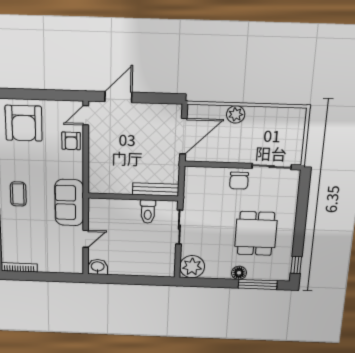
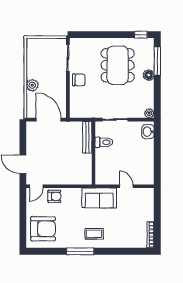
door: (86, 115) -> (36, 186), hinge flipped
dining table: (256, 233) -> (118, 65), width x1.38
washbasin: (98, 267) -> (148, 132), moved
plant: (192, 267) -> (149, 113), width x0.53, depth x0.53

